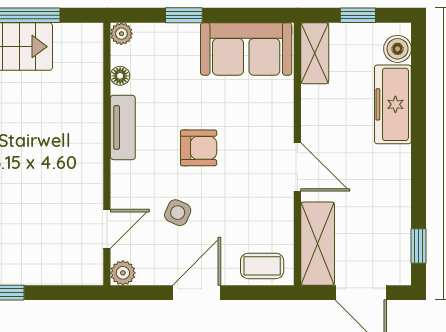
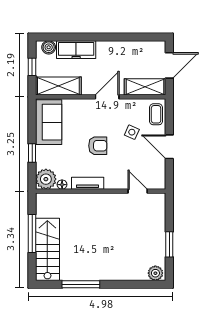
plant: (121, 34) -> (46, 179), width x1.88, depth x1.88
shelving: (315, 53) -> (58, 86), width x1.50, depth x1.33
armchair: (199, 148) -> (98, 146), turned 90
side table: (178, 213) -> (132, 132), moved
window: (419, 246) -> (146, 37), removed
plant: (123, 273) -> (159, 183), removed

